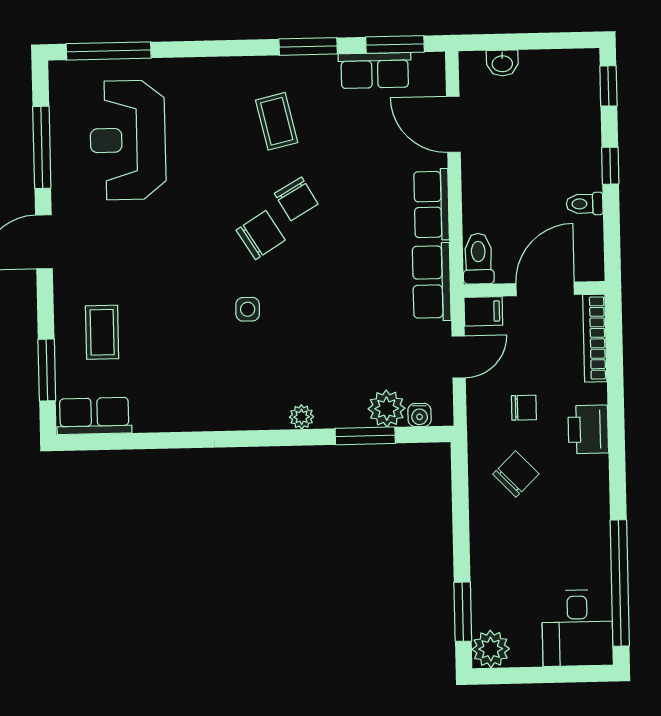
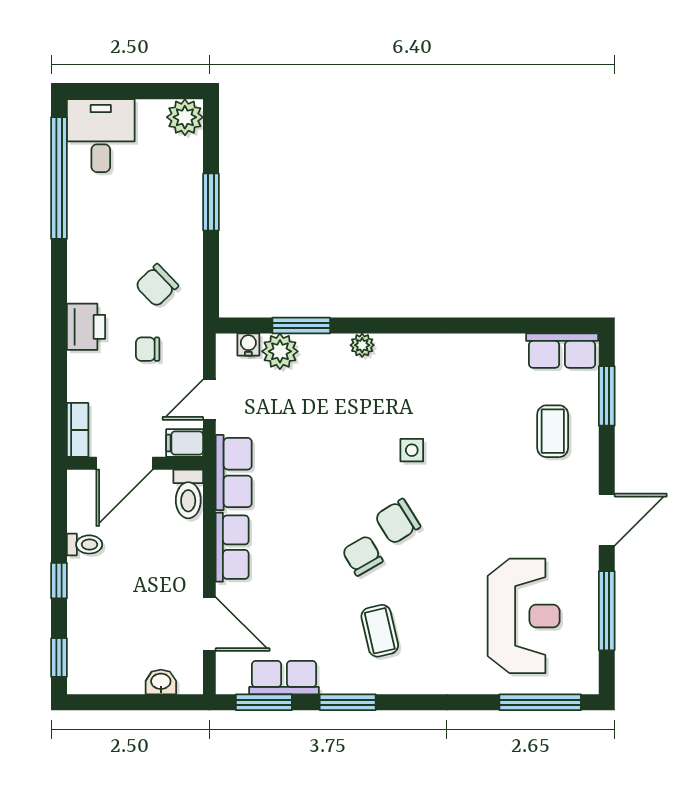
bookcase: (595, 338) -> (78, 430), width x0.64
window: (463, 612) -> (211, 202), moved

